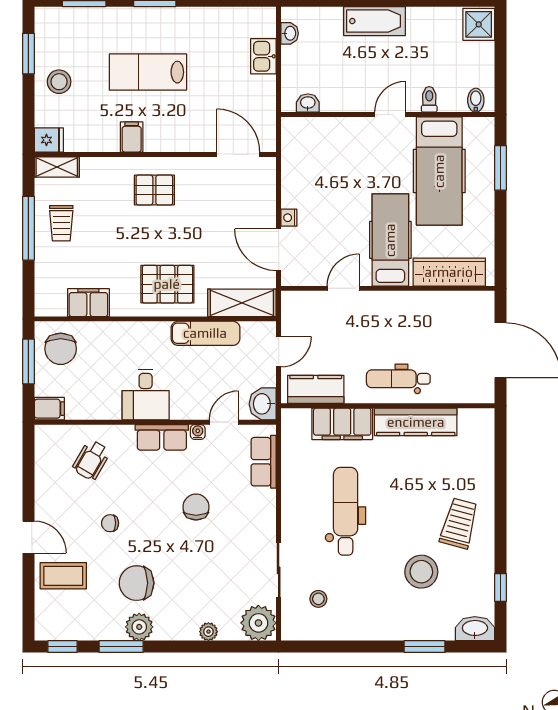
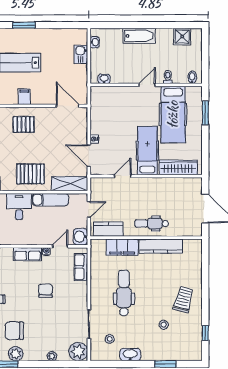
shower: (479, 24) -> (182, 37), moved
filing cabinet: (132, 137) -> (24, 97), moved
desk: (146, 395) -> (19, 207), moved, turned 180
stool: (421, 572) -> (164, 325), width x0.53, depth x0.53
washbasin: (475, 629) -> (130, 355), moved

